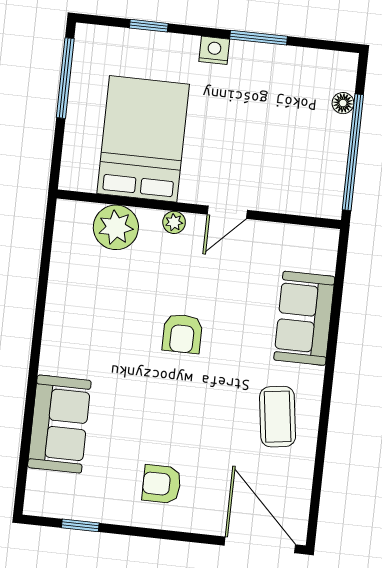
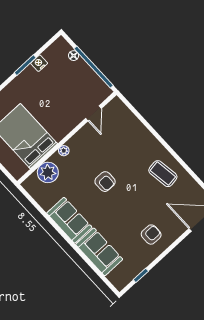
nightstand: (214, 50) -> (39, 63), moved
door: (227, 212) -> (94, 113), moved
sofa: (304, 318) -> (69, 220), moved, turned 180
armchair: (162, 484) -> (151, 235), turned 180

